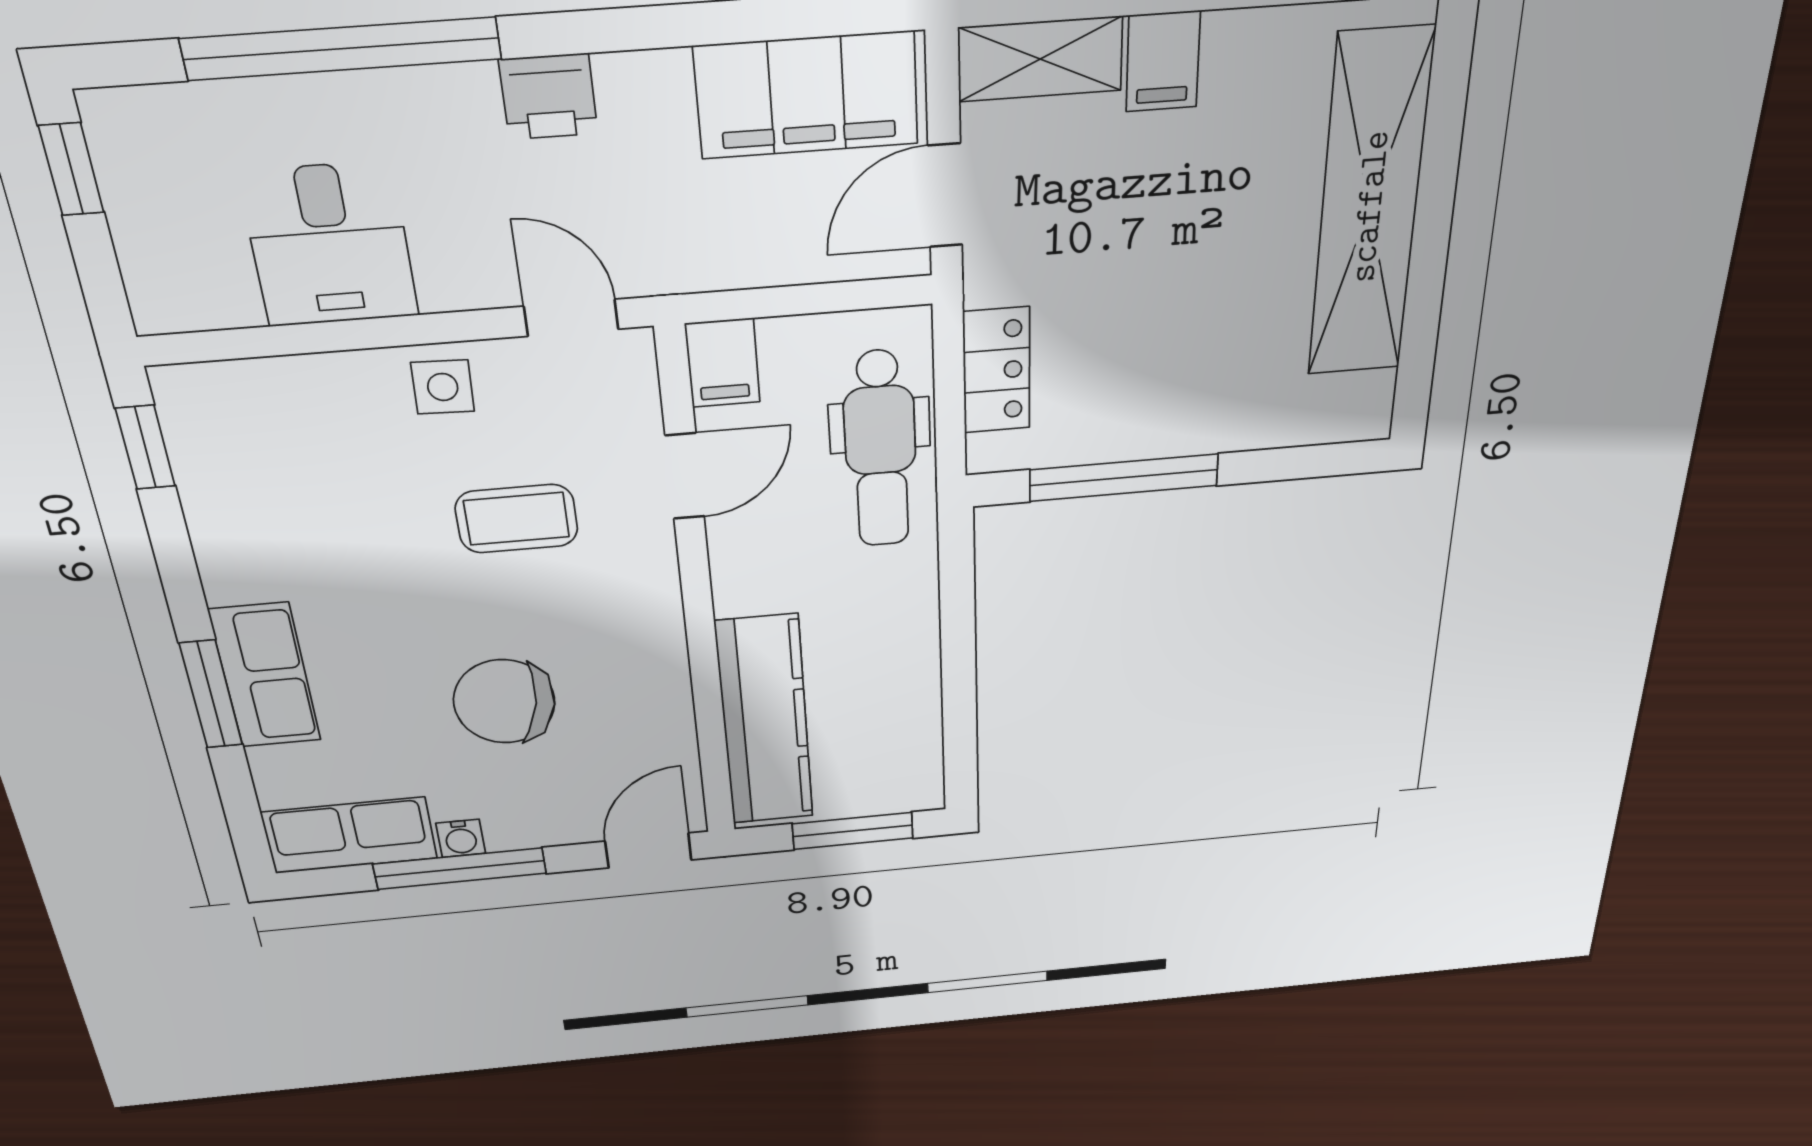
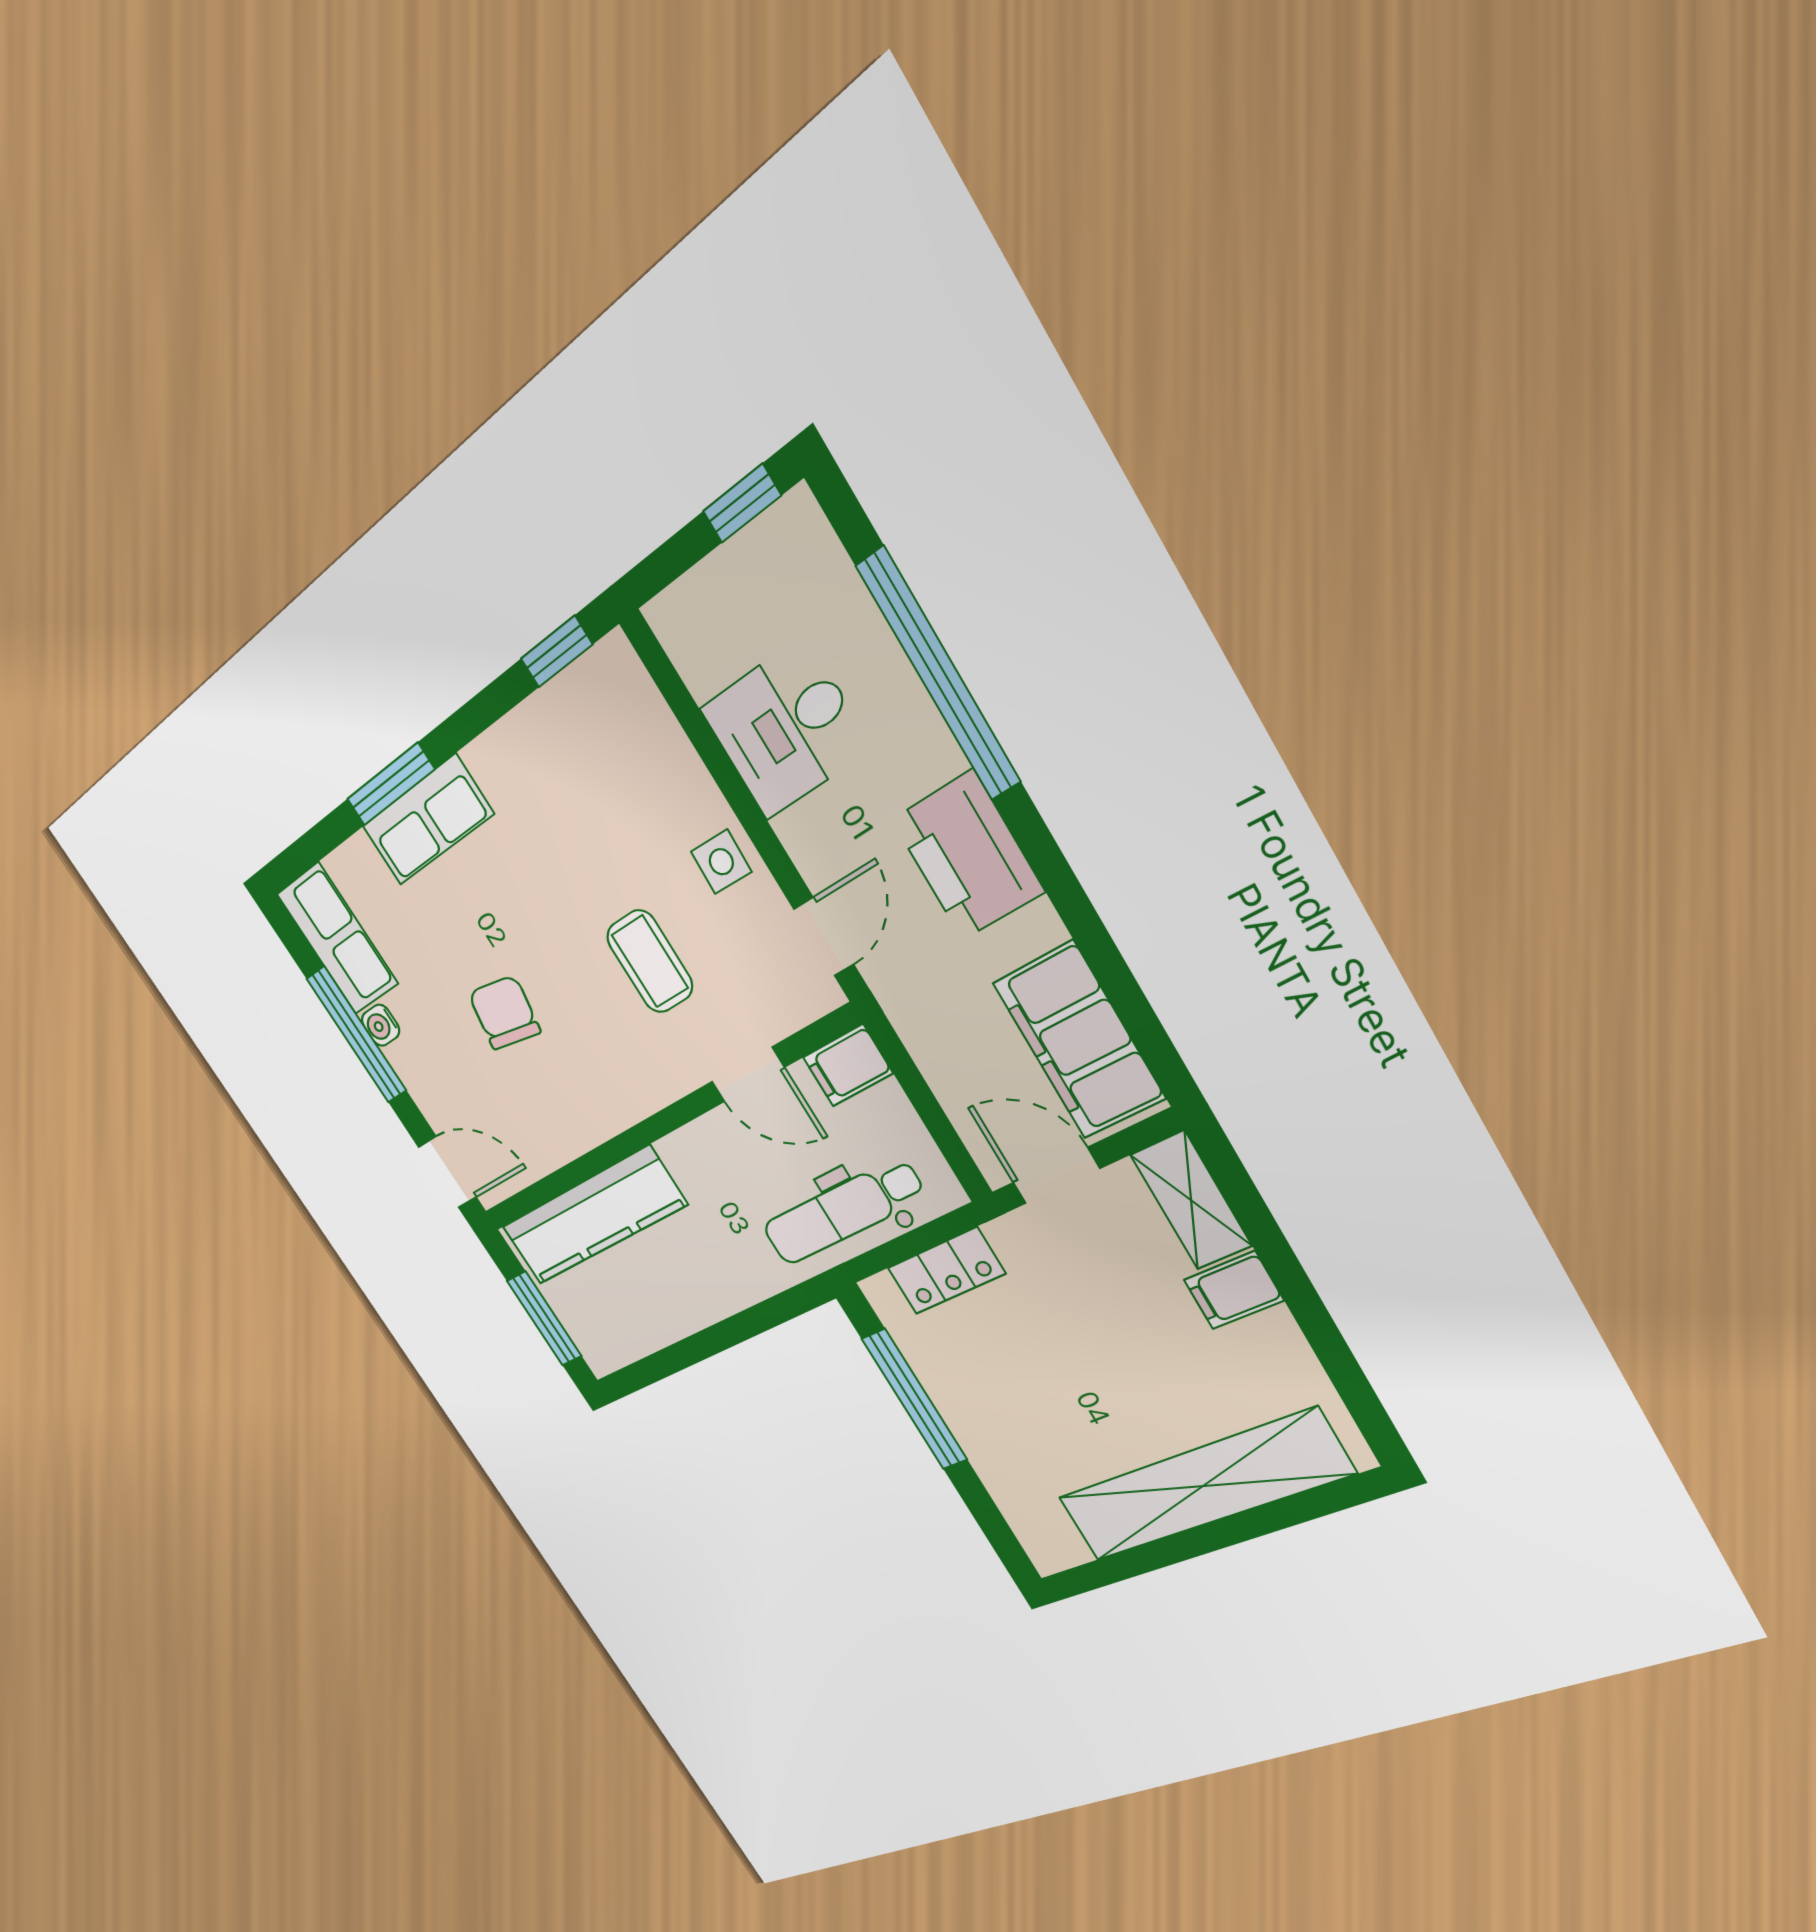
printer: (549, 97) -> (968, 856), width x1.87, depth x1.48
chair: (504, 702) -> (504, 1013), width x0.73, depth x0.73

